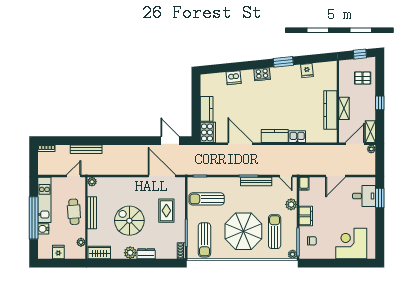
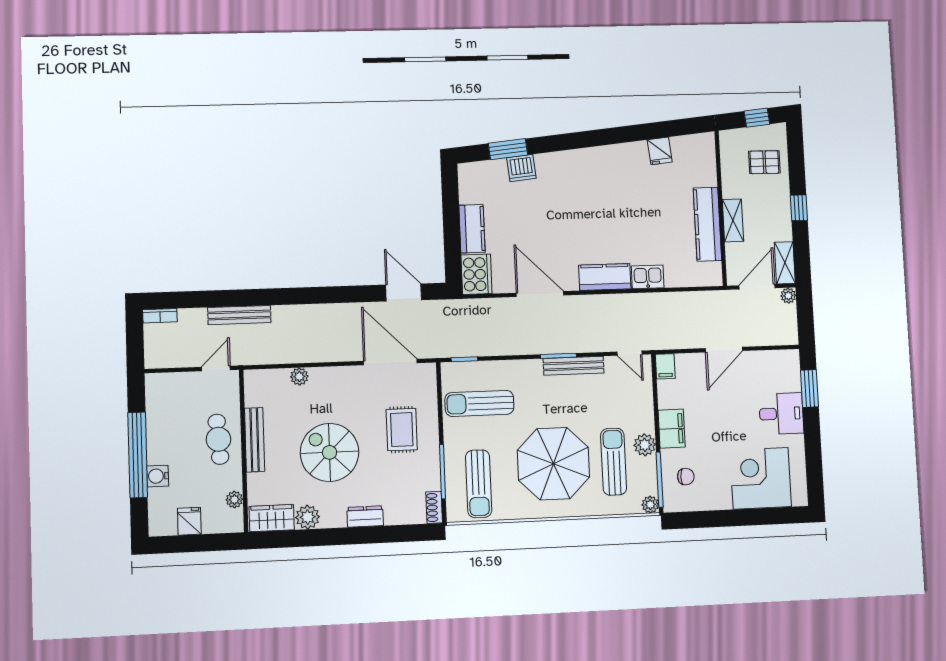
window: (283, 62) -> (508, 149), moved
cooker: (262, 74) -> (575, 160), removed
plant: (92, 182) -> (299, 377), moved
desk: (364, 196) -> (781, 414), moved
kitchen unit: (44, 200) -> (158, 418), removed
plant: (291, 204) -> (645, 445), moved
plant: (130, 253) -> (308, 517), moved

